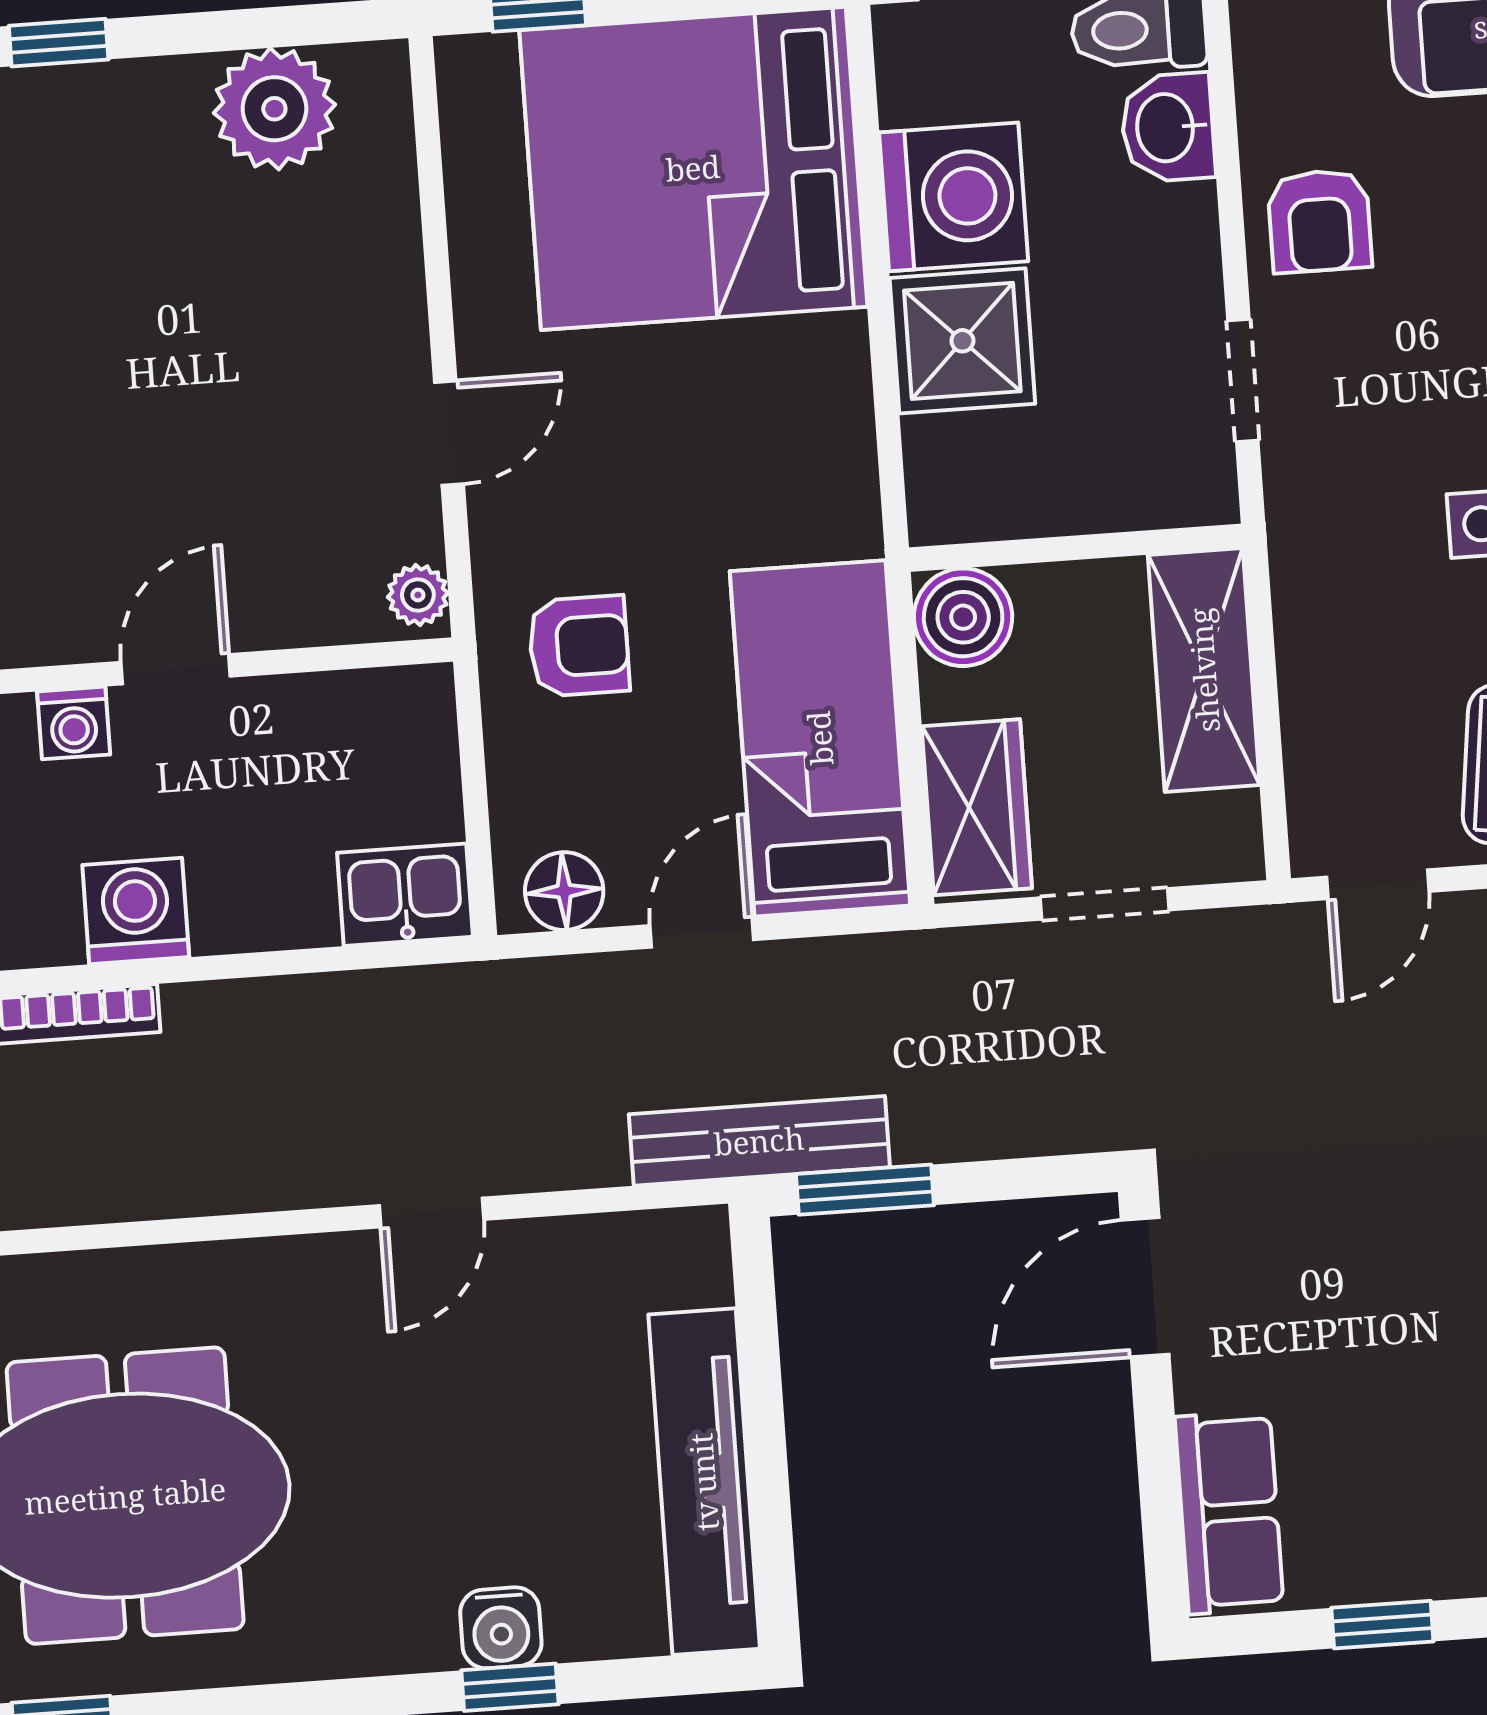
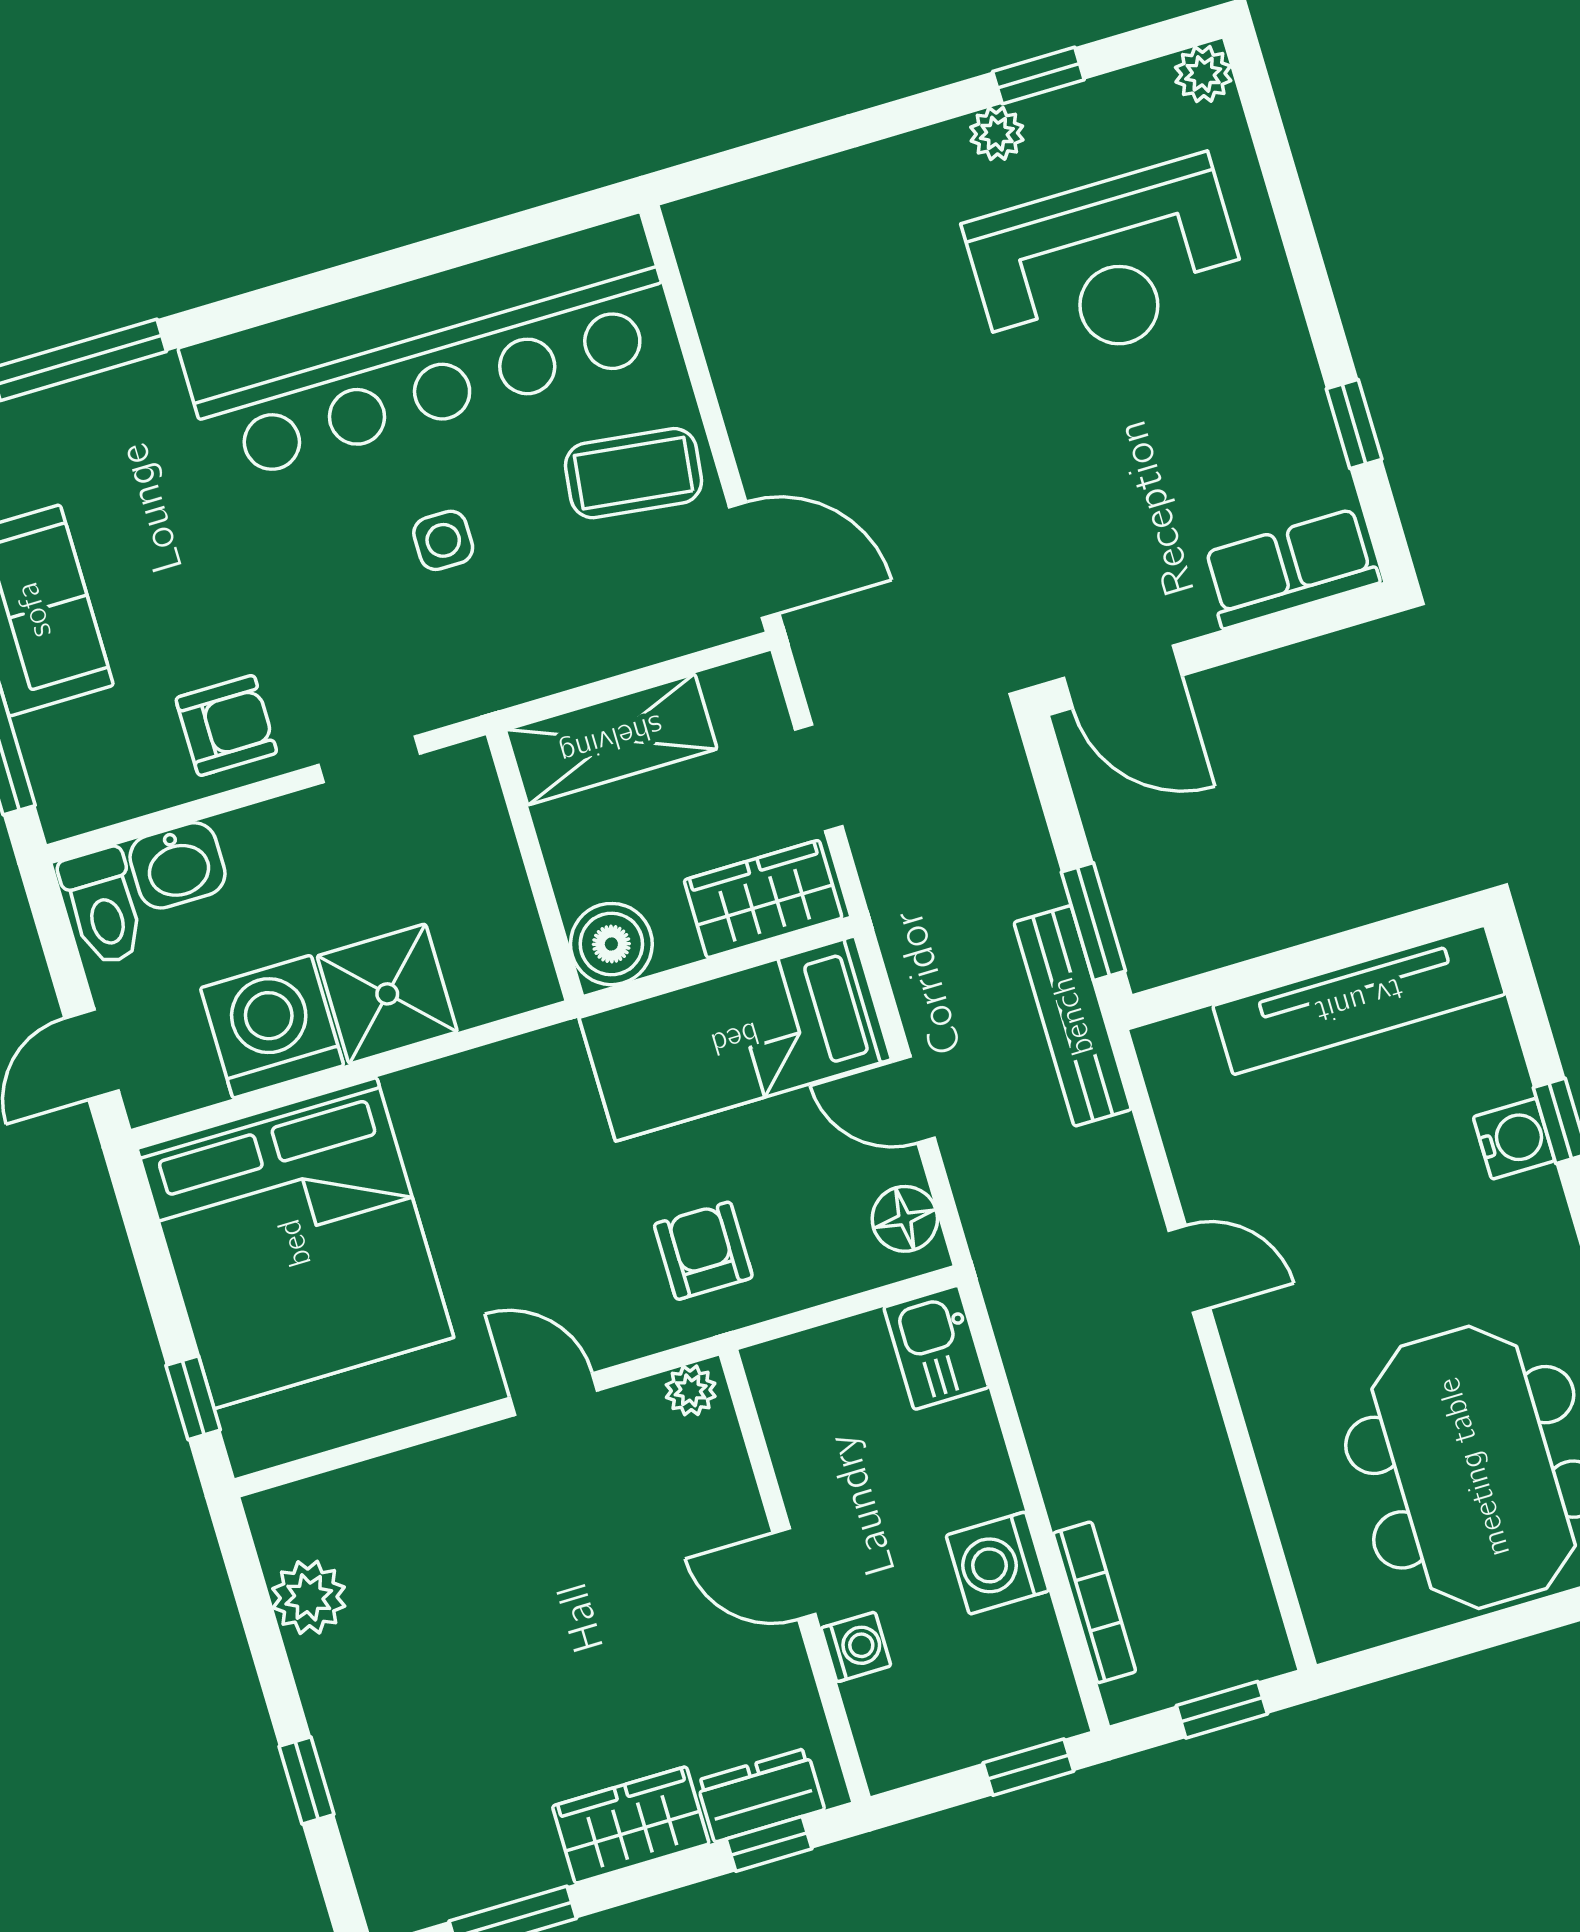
plant: (274, 109) -> (309, 1597), width x0.73, depth x0.73
door: (1378, 884) -> (754, 560), width x1.38

